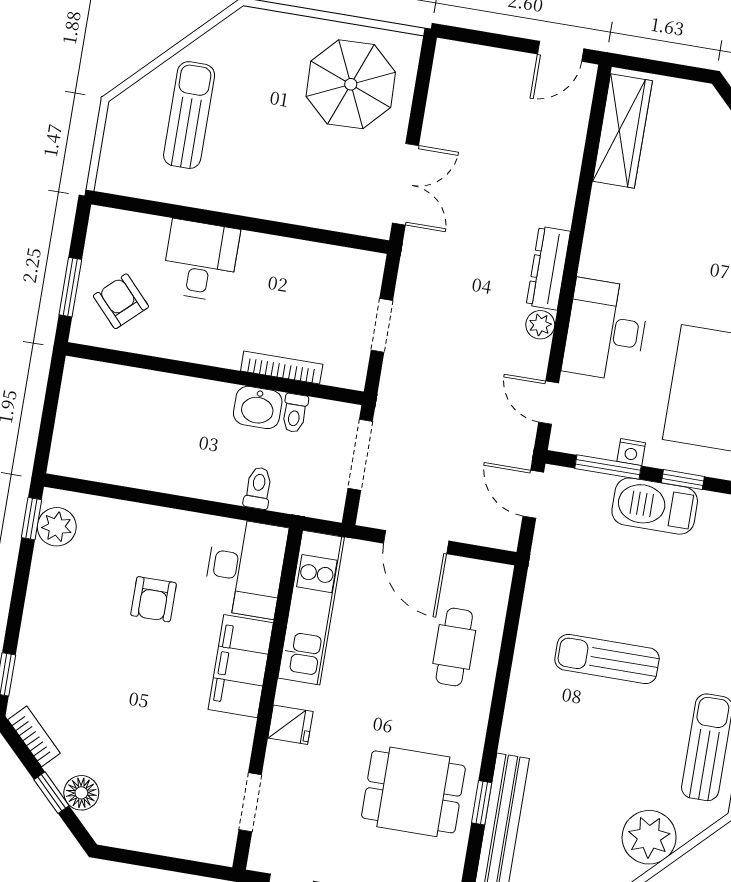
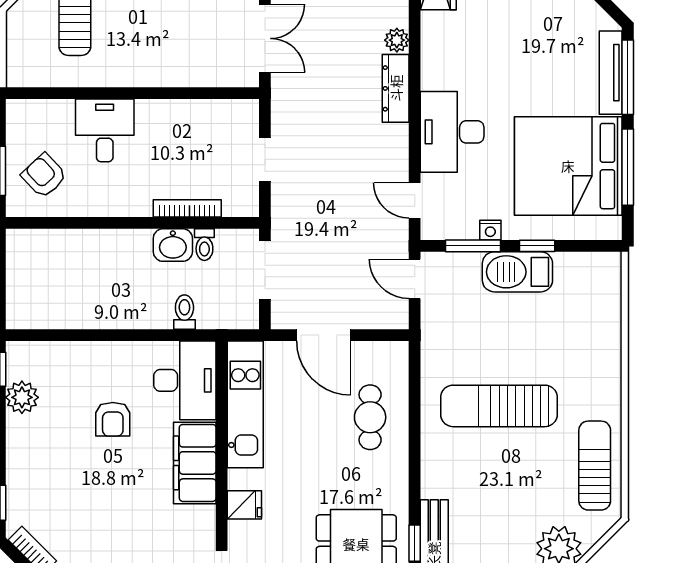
plant: (540, 325) -> (397, 40), moved
plant: (57, 527) -> (22, 397), moved
sun lounger: (607, 659) -> (499, 406), width x1.36, depth x1.34

